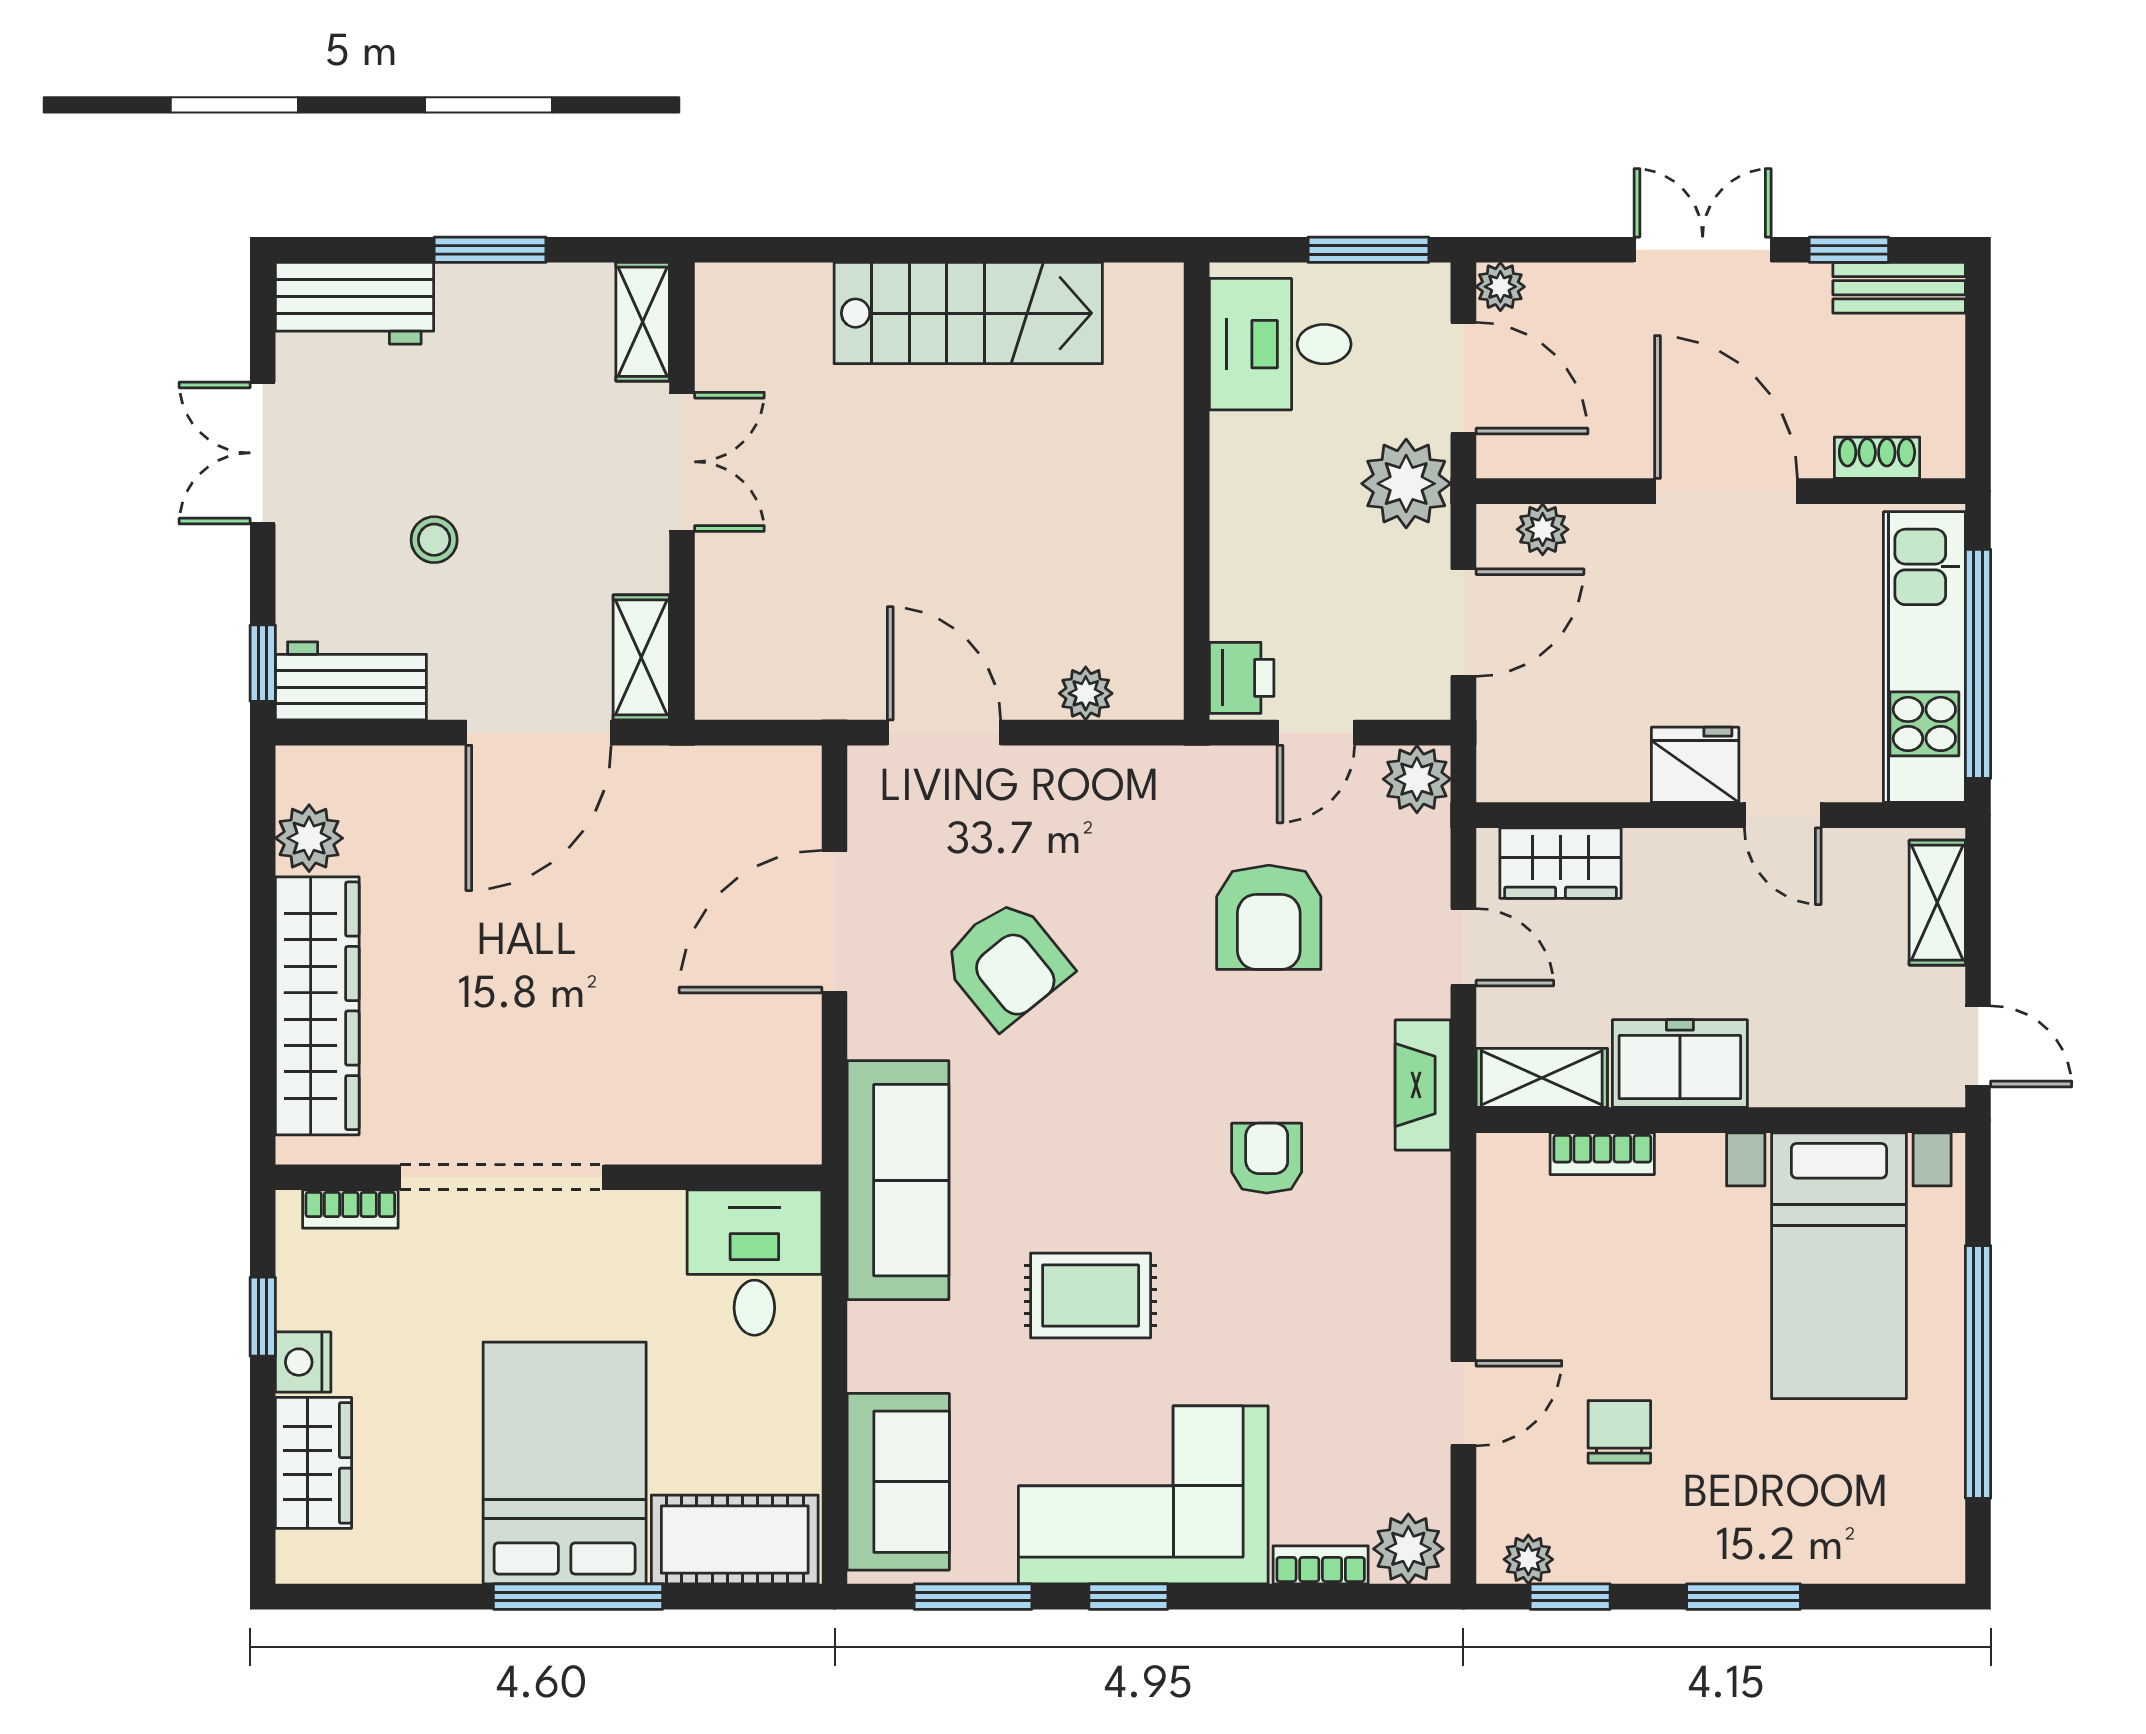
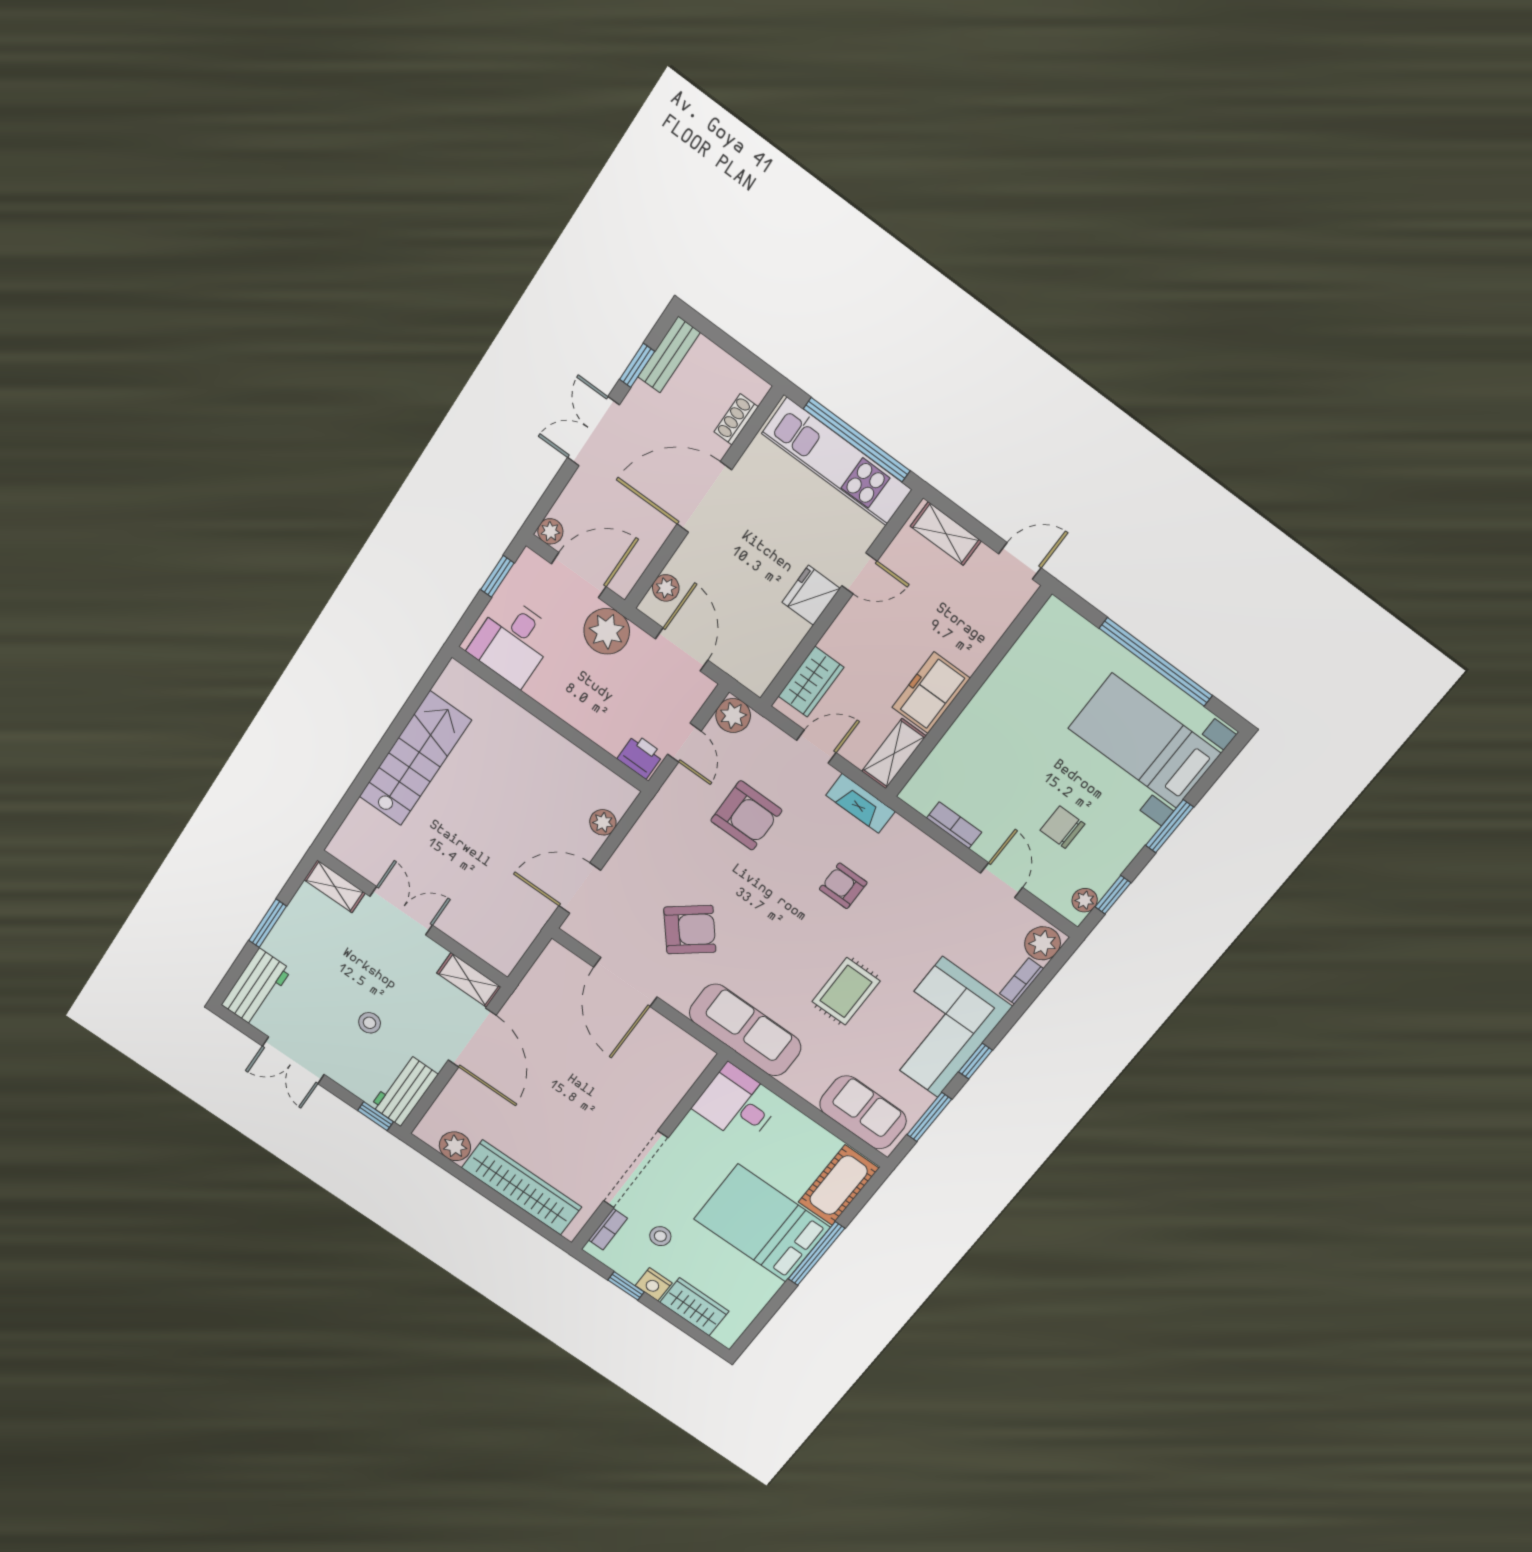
window: (1368, 250) -> (497, 576), width x0.67
bookcase: (1602, 1154) -> (954, 825), moved, turned -90
bed with nightstands: (1839, 1266) -> (1144, 741), moved, turned 180
stool: (406, 1308) -> (660, 1236), added

